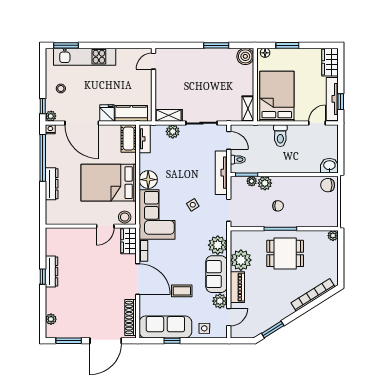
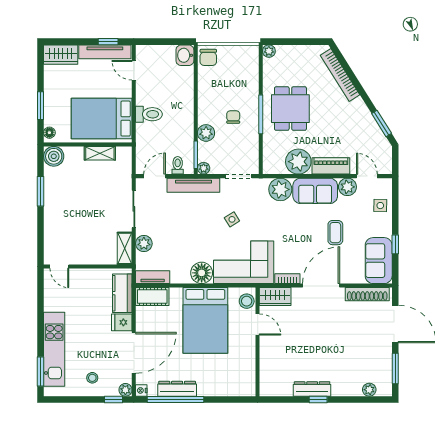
shelving: (248, 109) -> (100, 153), moved
plant: (252, 181) -> (204, 168), moved
dresser: (52, 184) -> (177, 389), moved
sofa: (165, 327) -> (379, 261), width x0.73

